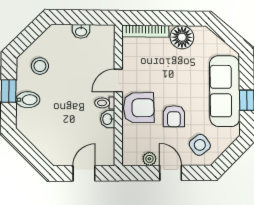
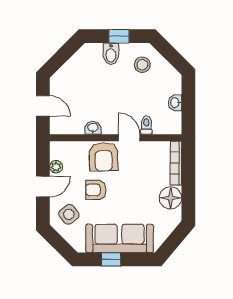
toilet: (105, 103) -> (146, 125), moved

